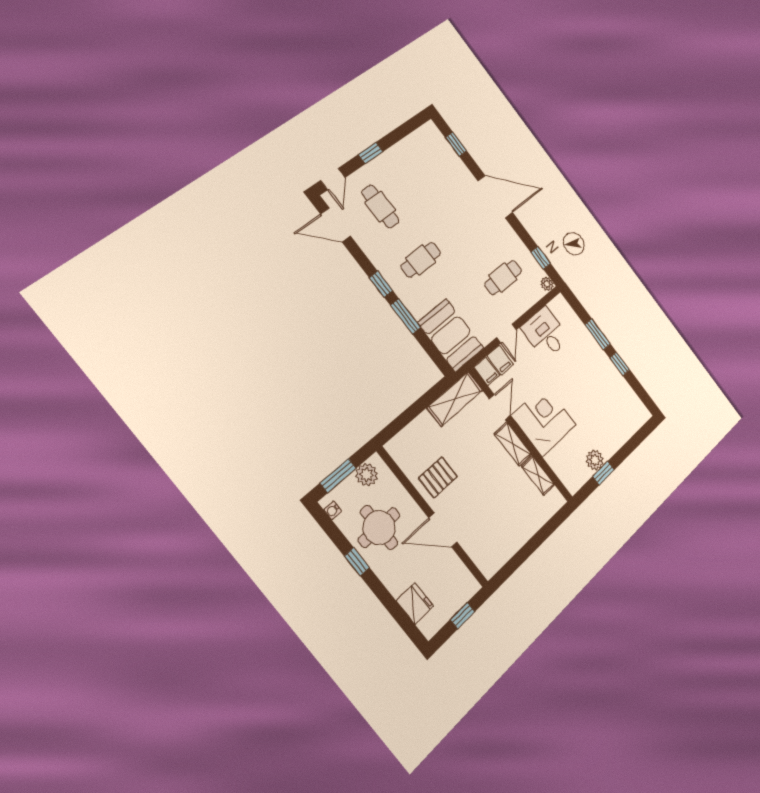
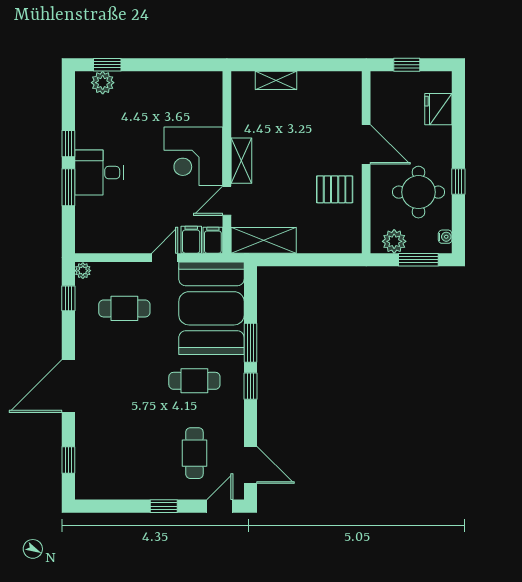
door: (495, 197) -> (68, 386), hinge flipped
desk: (545, 333) -> (99, 173), moved, turned 90
booth: (451, 335) -> (211, 308), width x1.36, depth x1.42
plant: (595, 460) -> (103, 83), moved
window: (604, 473) -> (107, 65), moved
shelving: (538, 475) -> (276, 80), moved, turned 90

